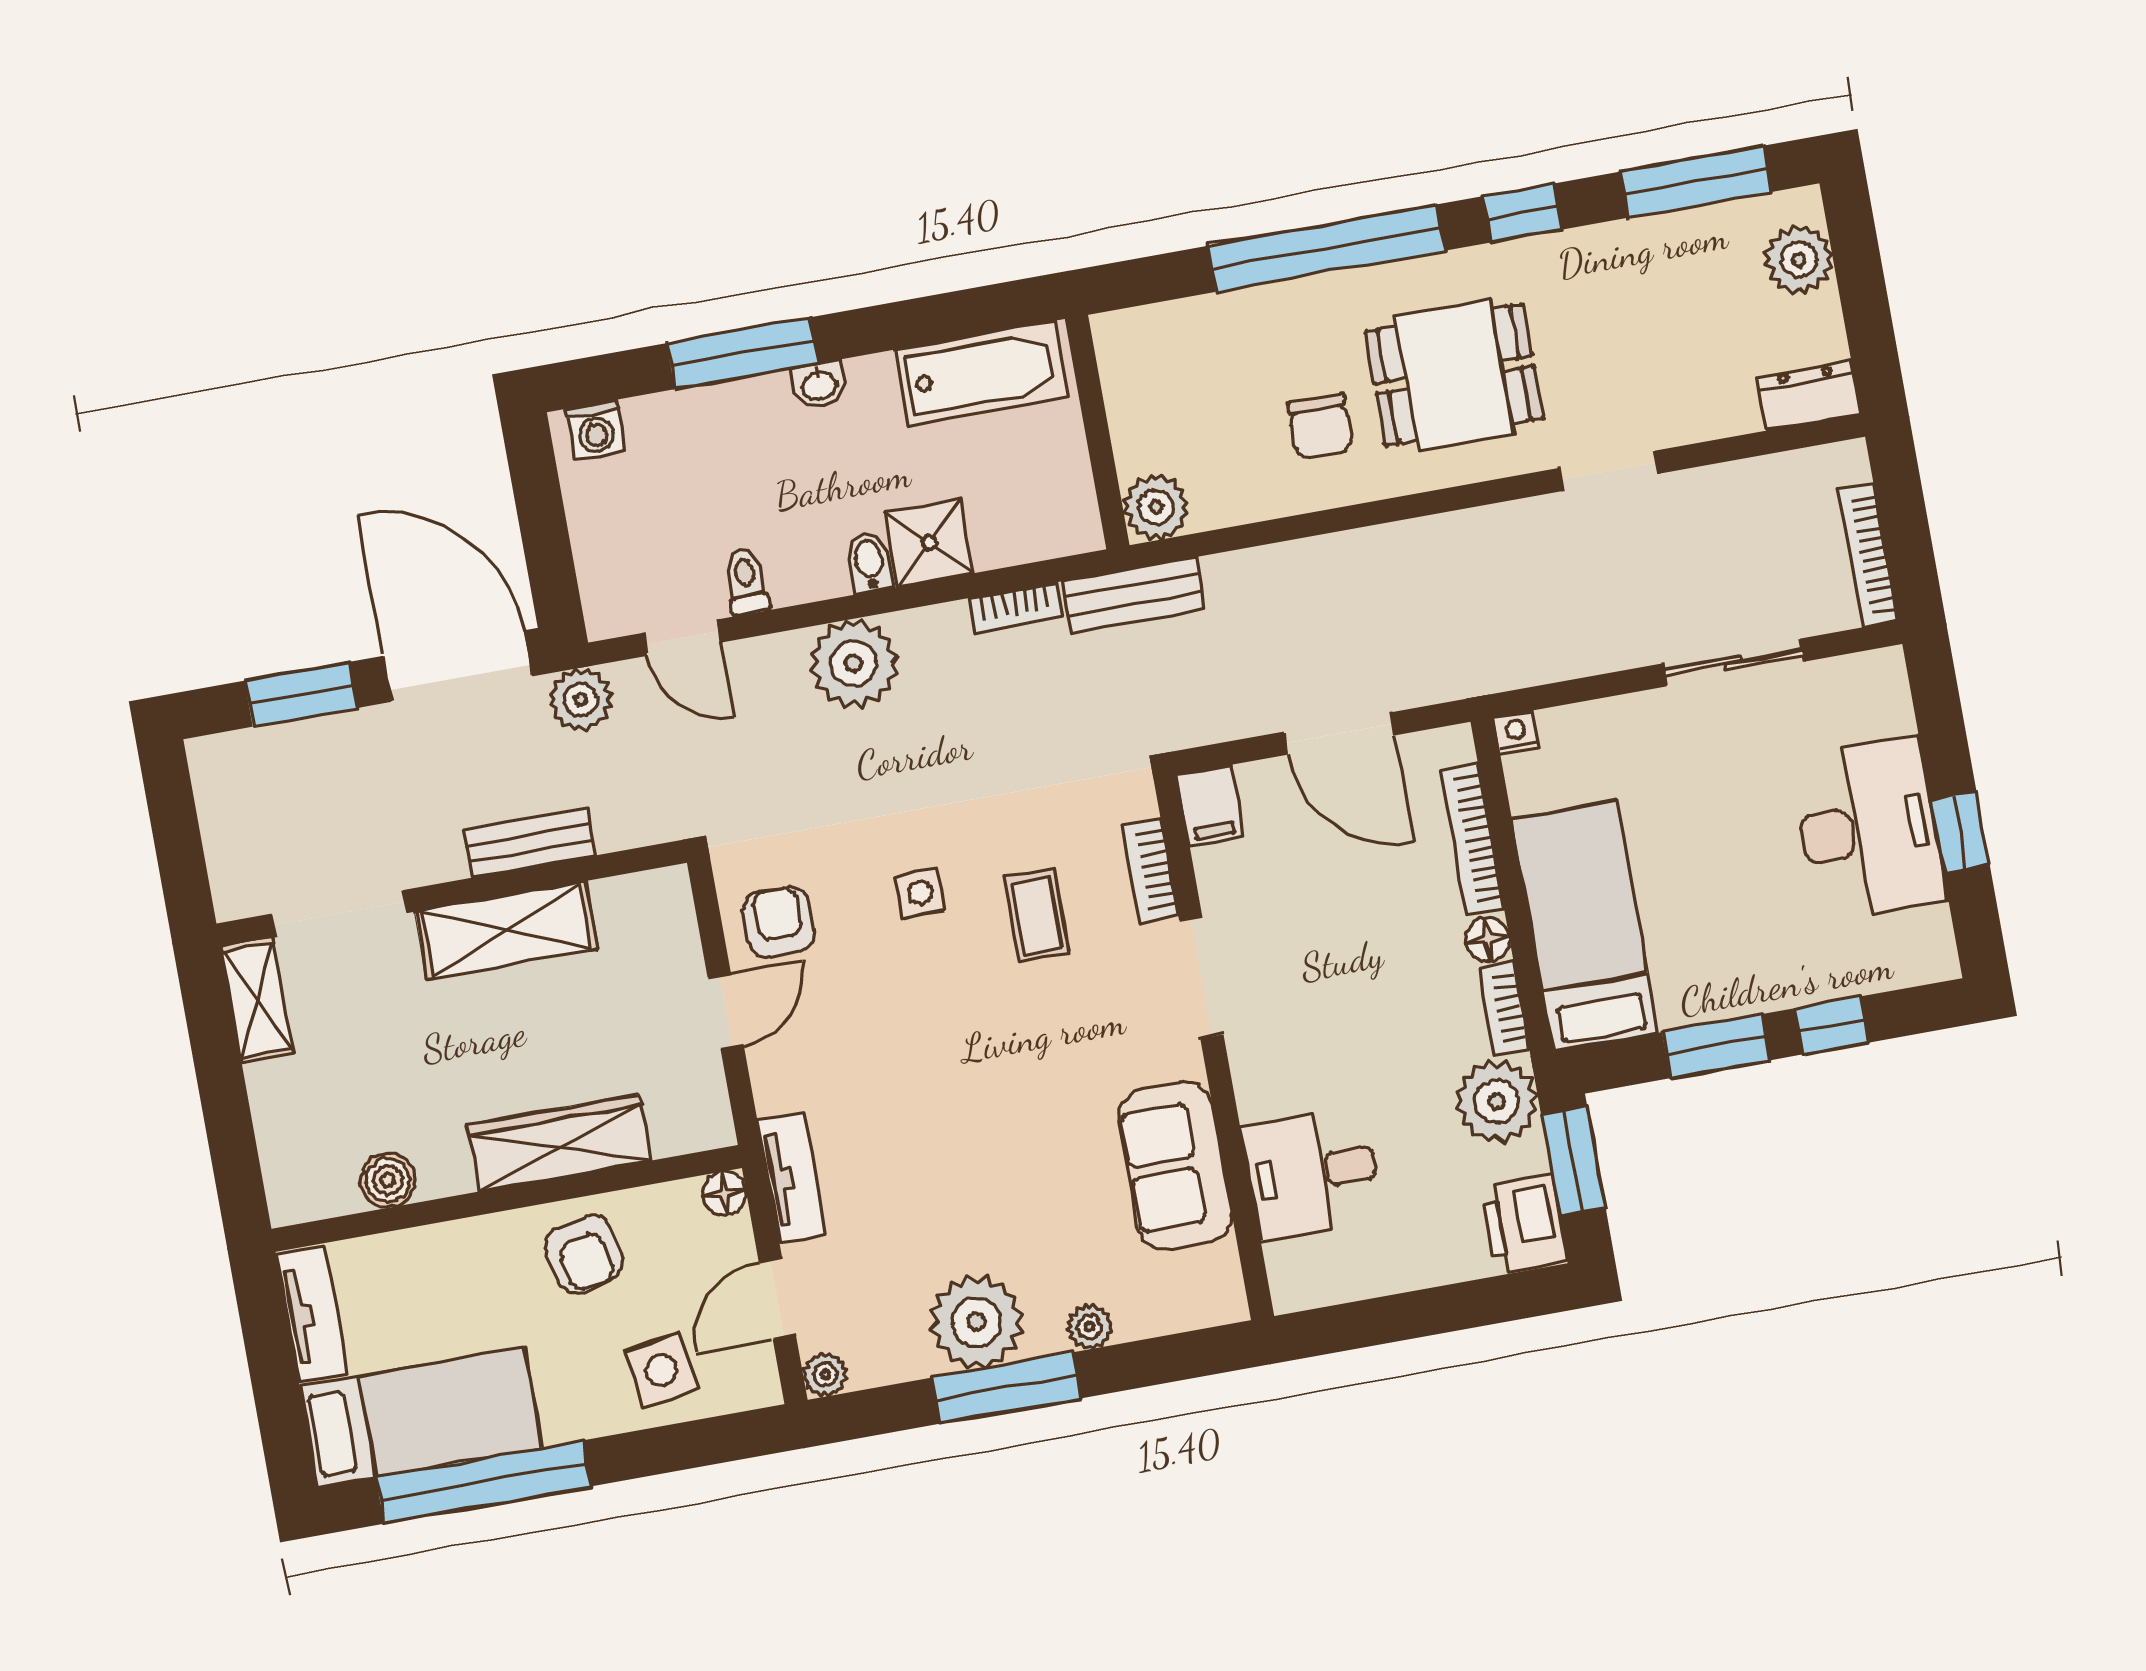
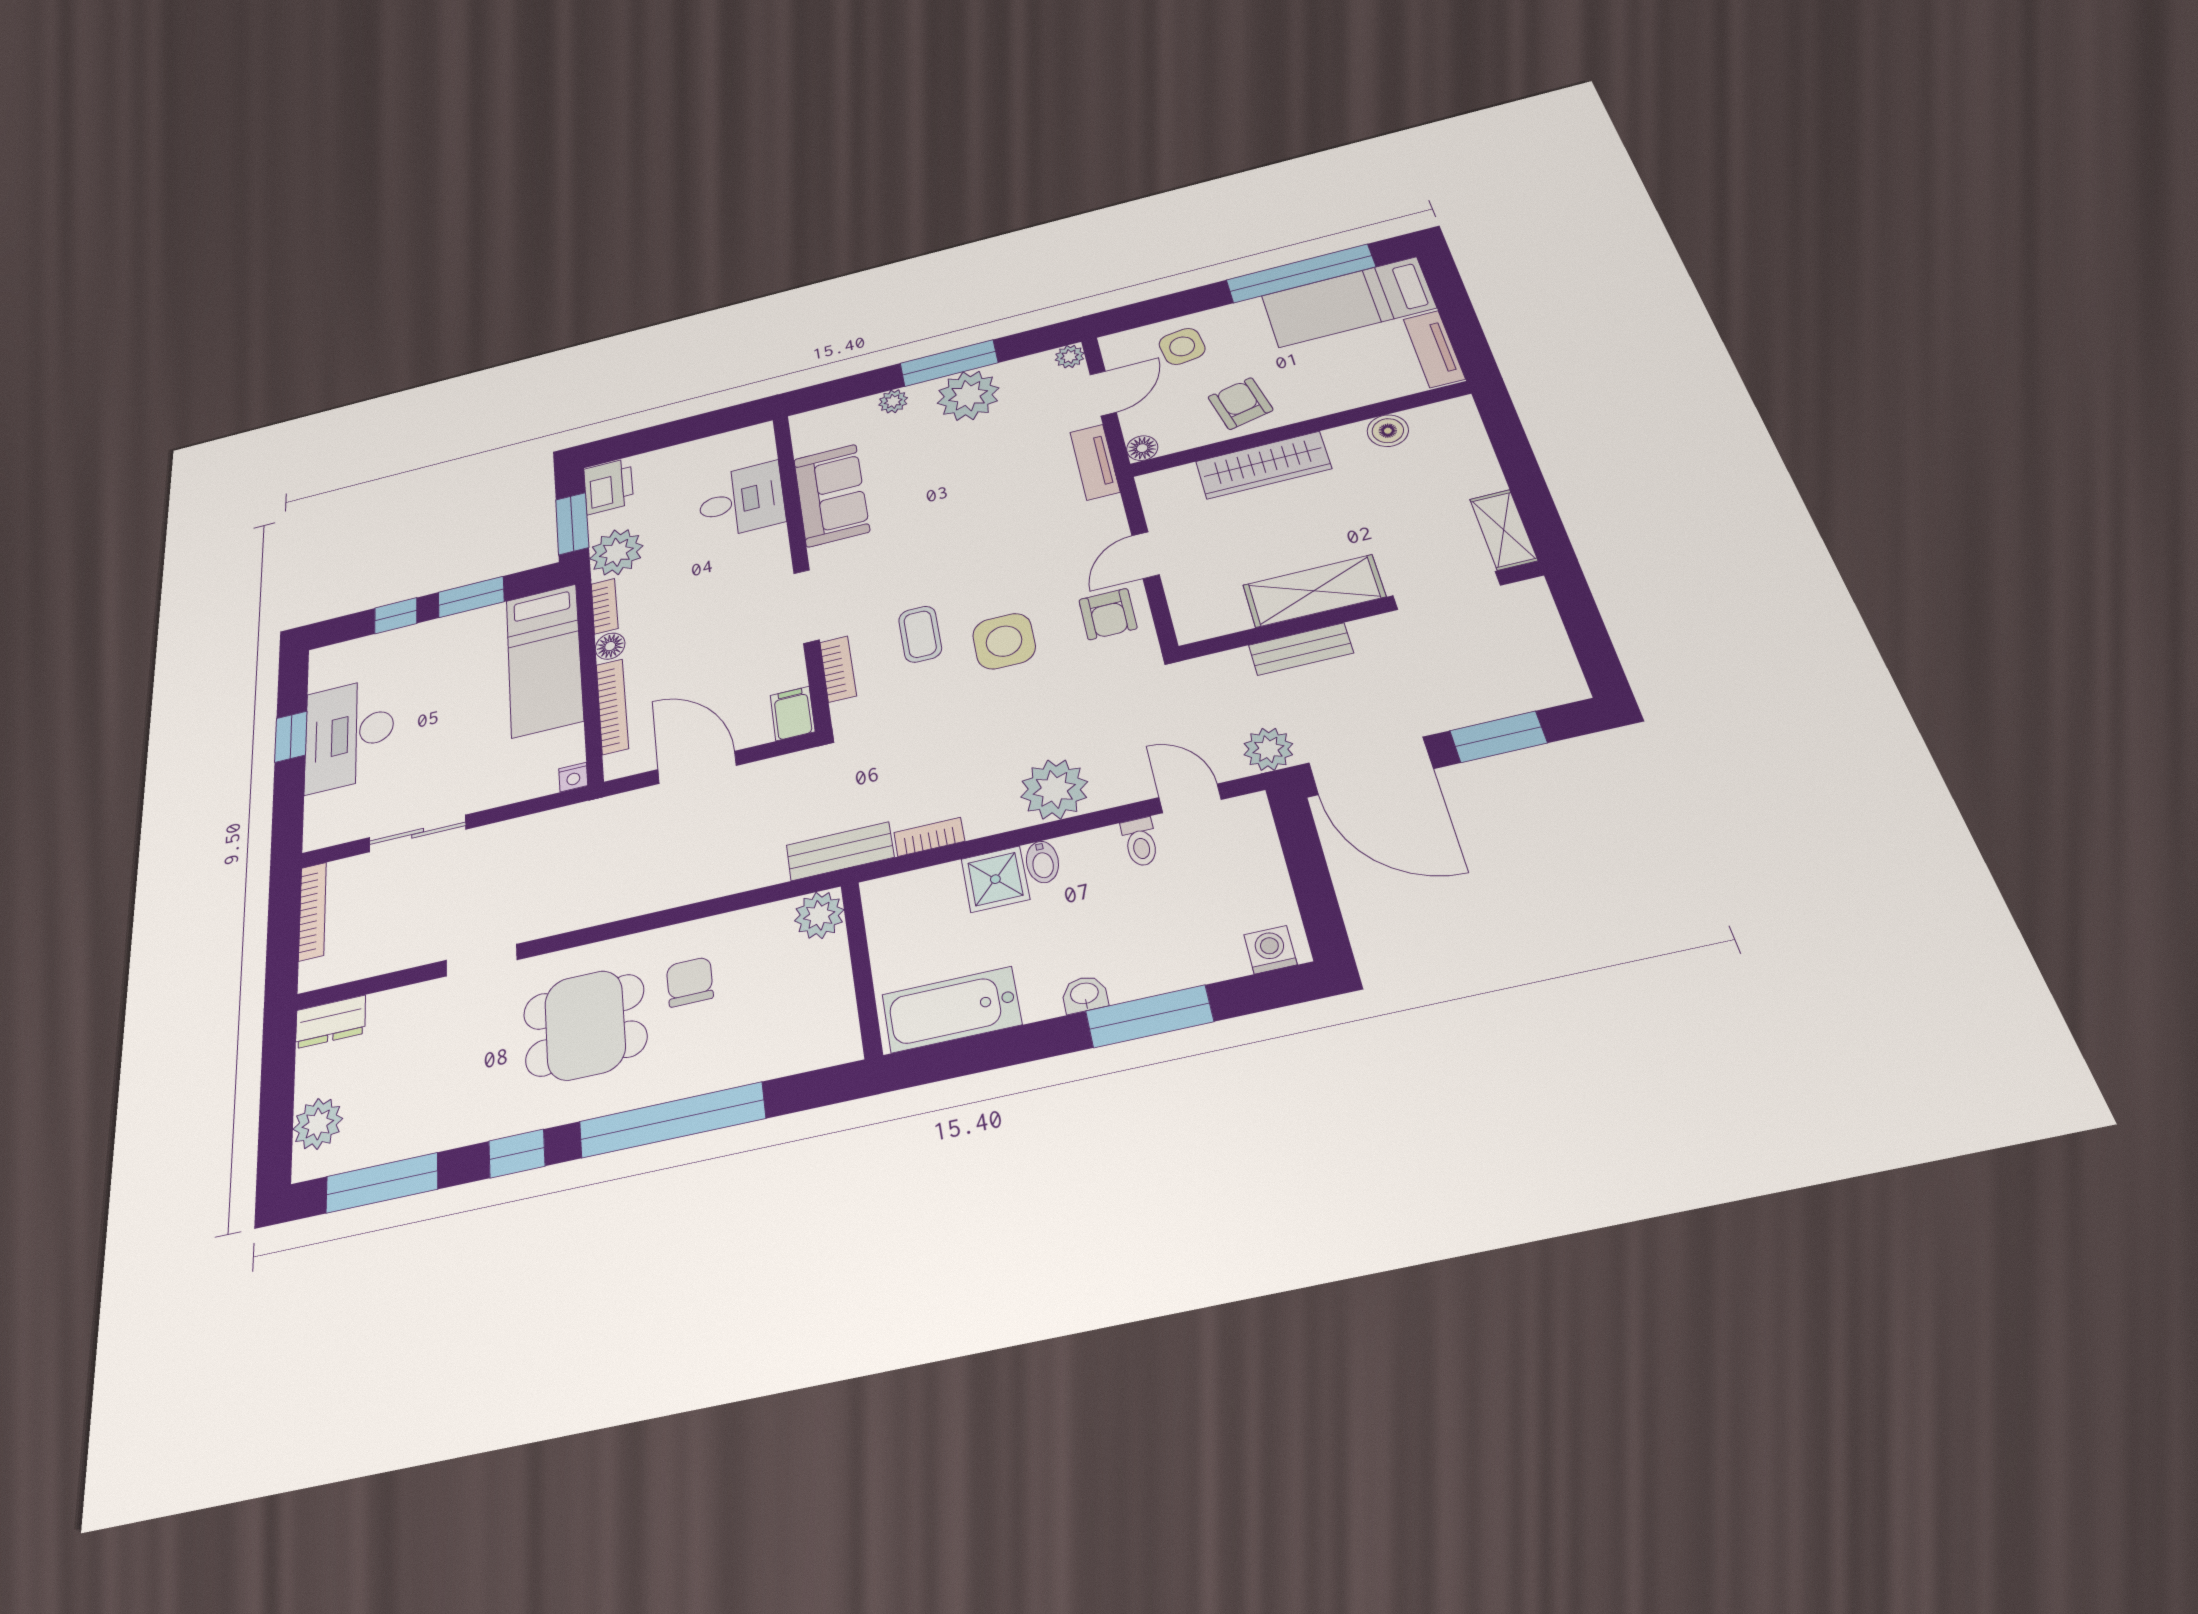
side table: (920, 893) -> (1004, 641), width x1.87, depth x1.87

